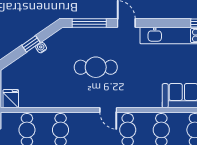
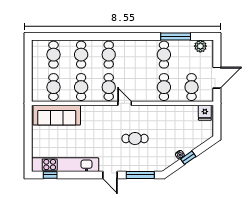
cafe table: (96, 67) -> (135, 139), width x0.73, depth x0.74

